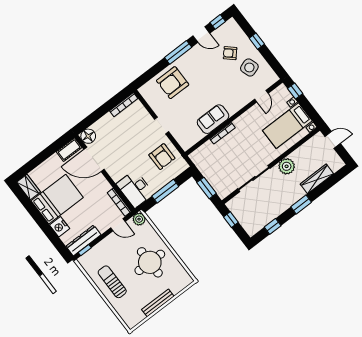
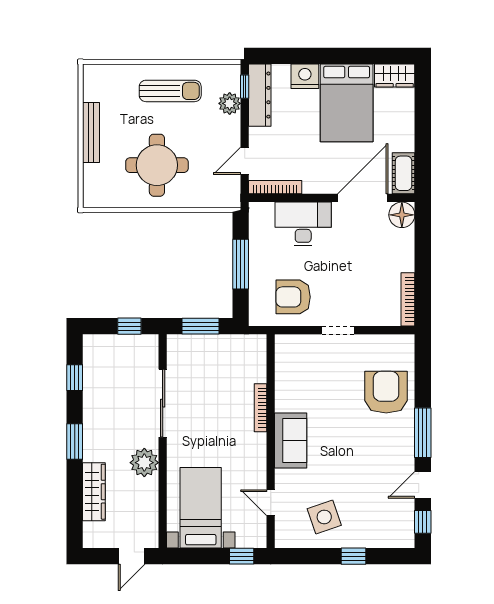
armchair: (230, 53) -> (365, 505), removed
sofa: (213, 119) -> (291, 440), moved
desk: (135, 189) -> (303, 224), moved
plant: (139, 219) -> (230, 103), moved

